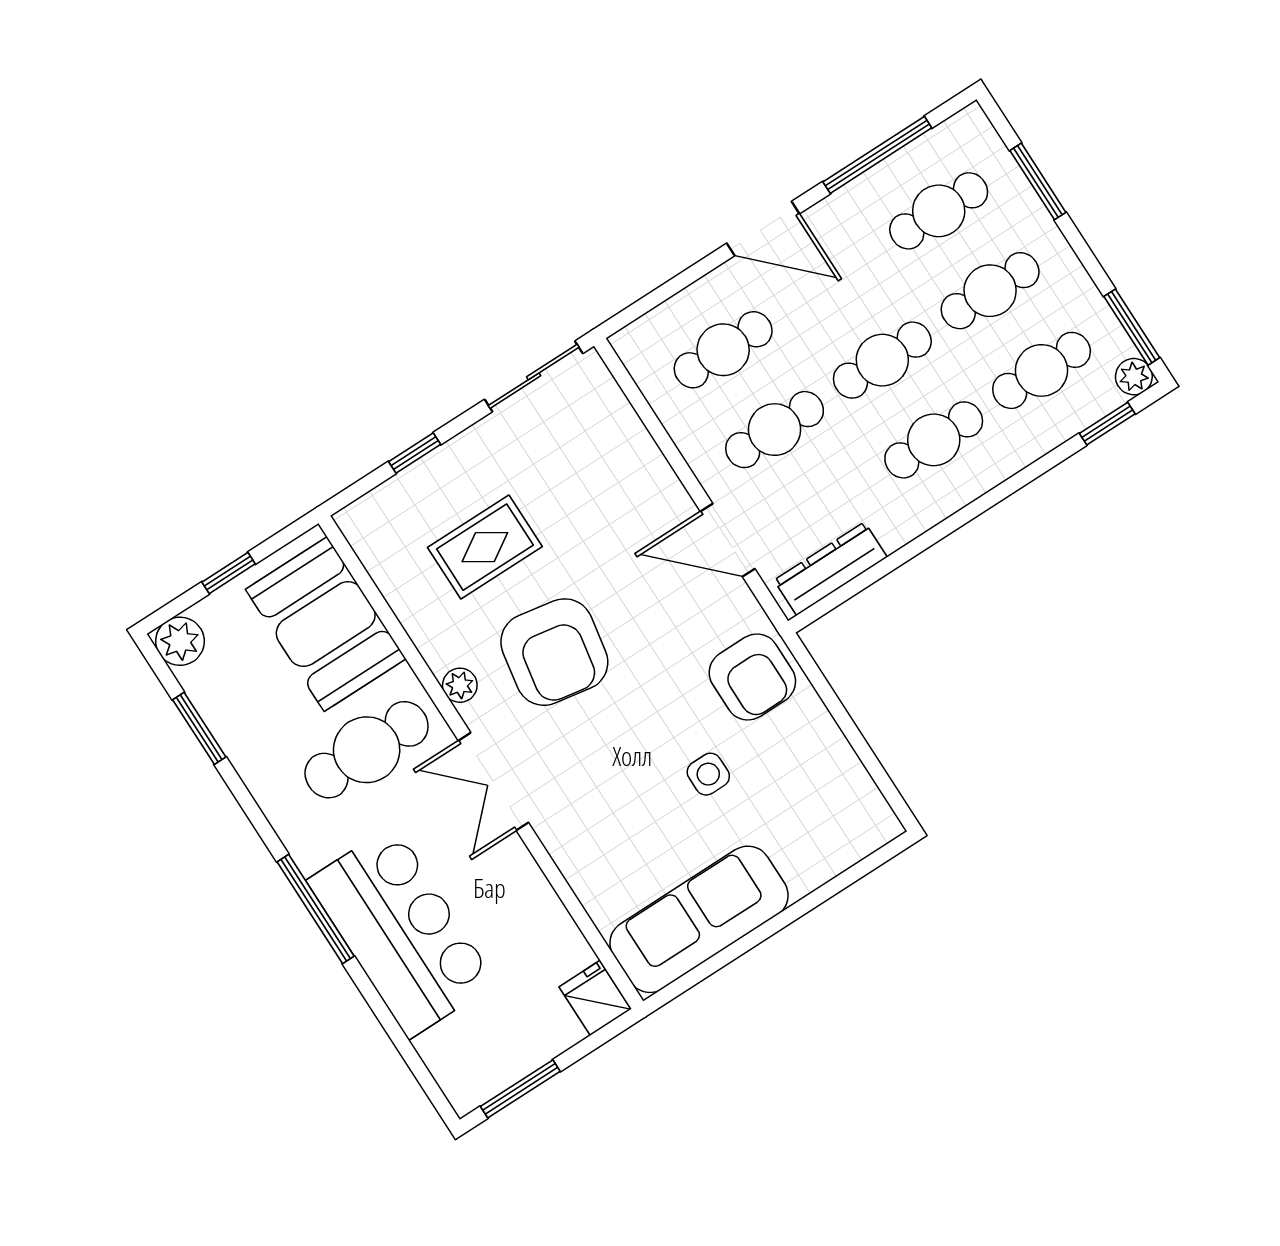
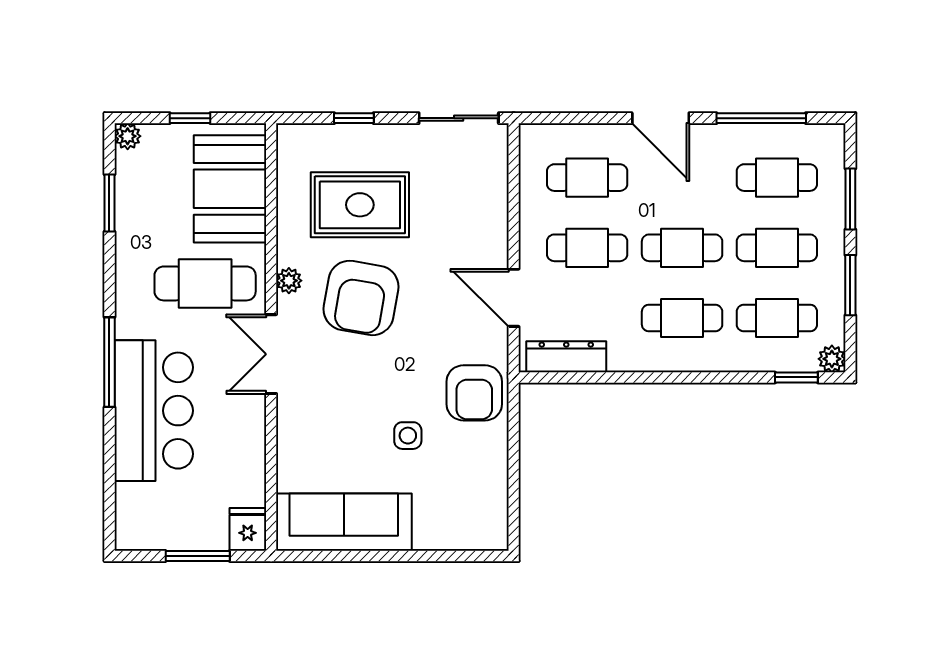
window: (1132, 327) -> (850, 285), moved
rug: (485, 547) -> (360, 205), width x1.36, depth x1.43
plant: (180, 641) -> (128, 136), width x0.73, depth x0.73
window: (520, 1089) -> (198, 556), moved

